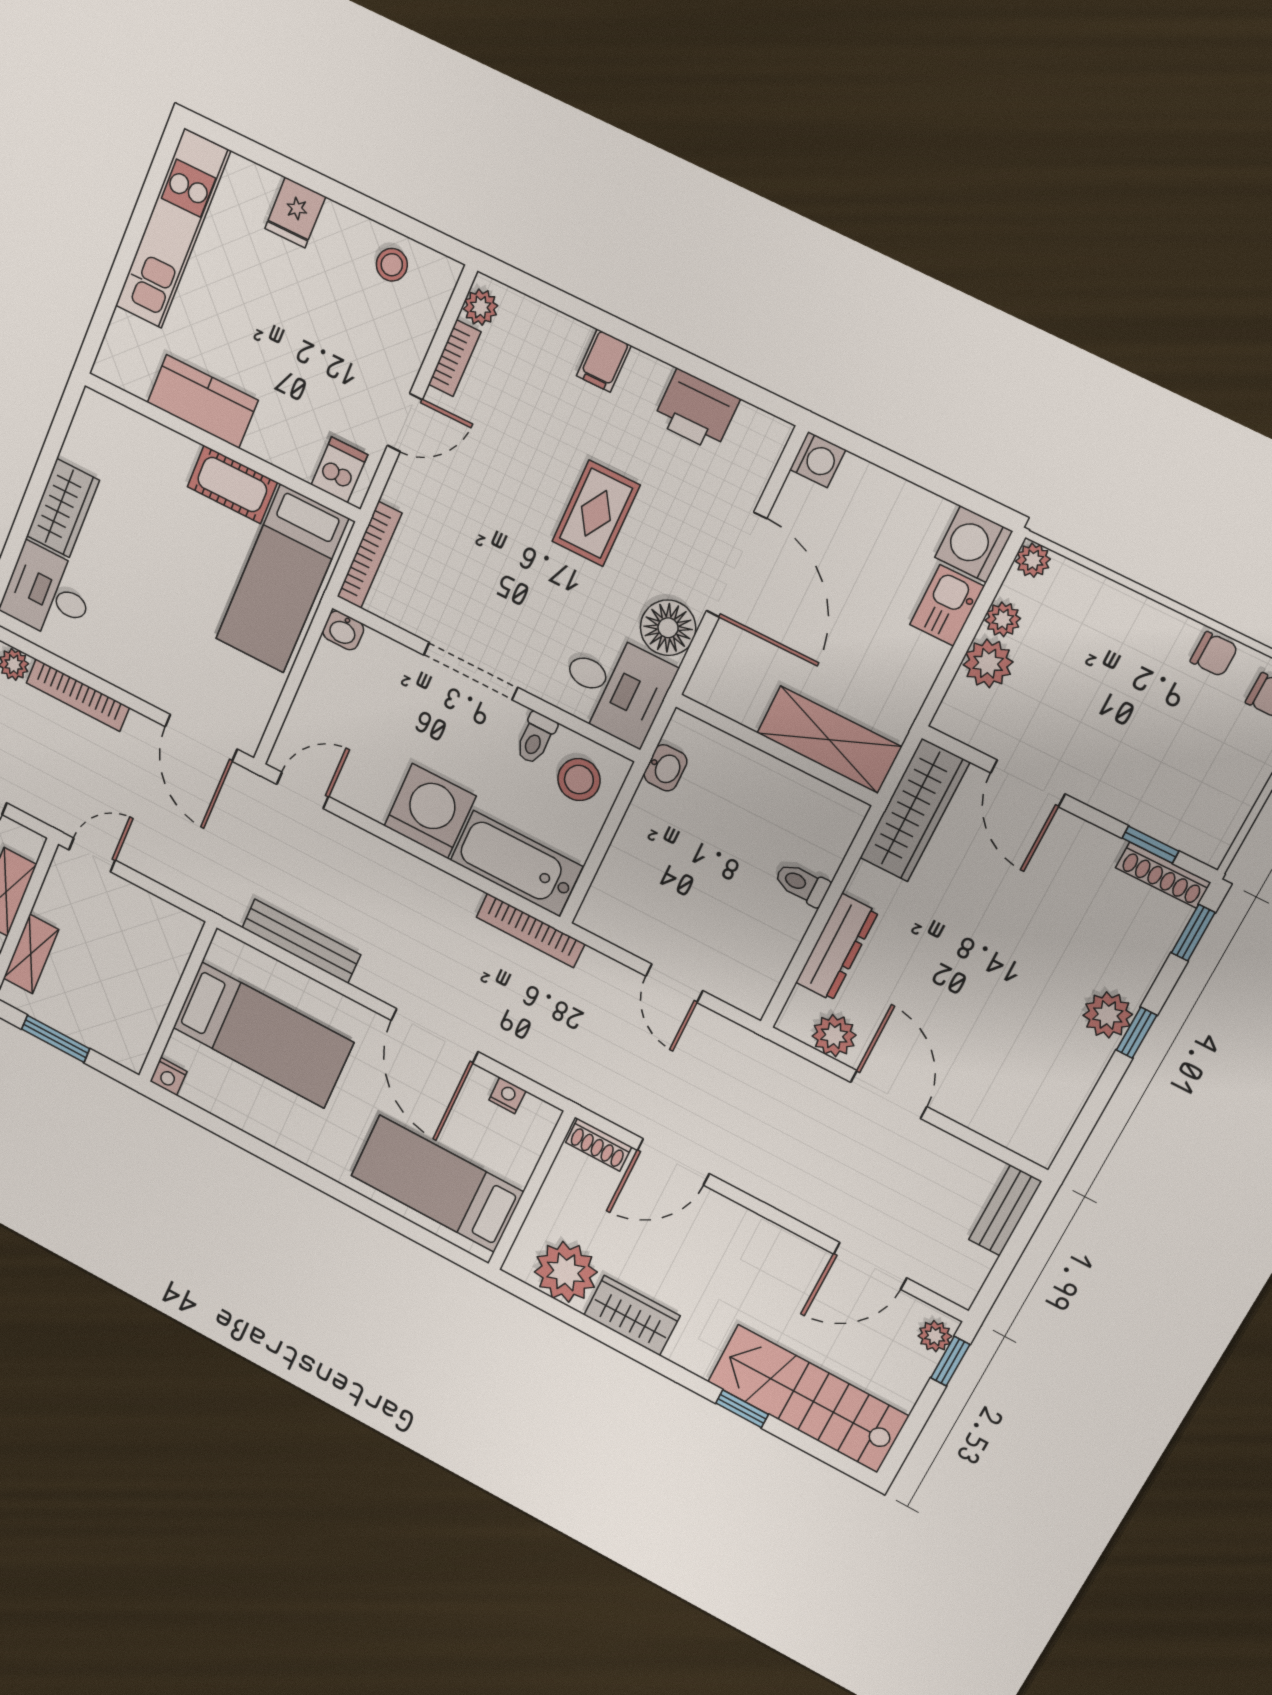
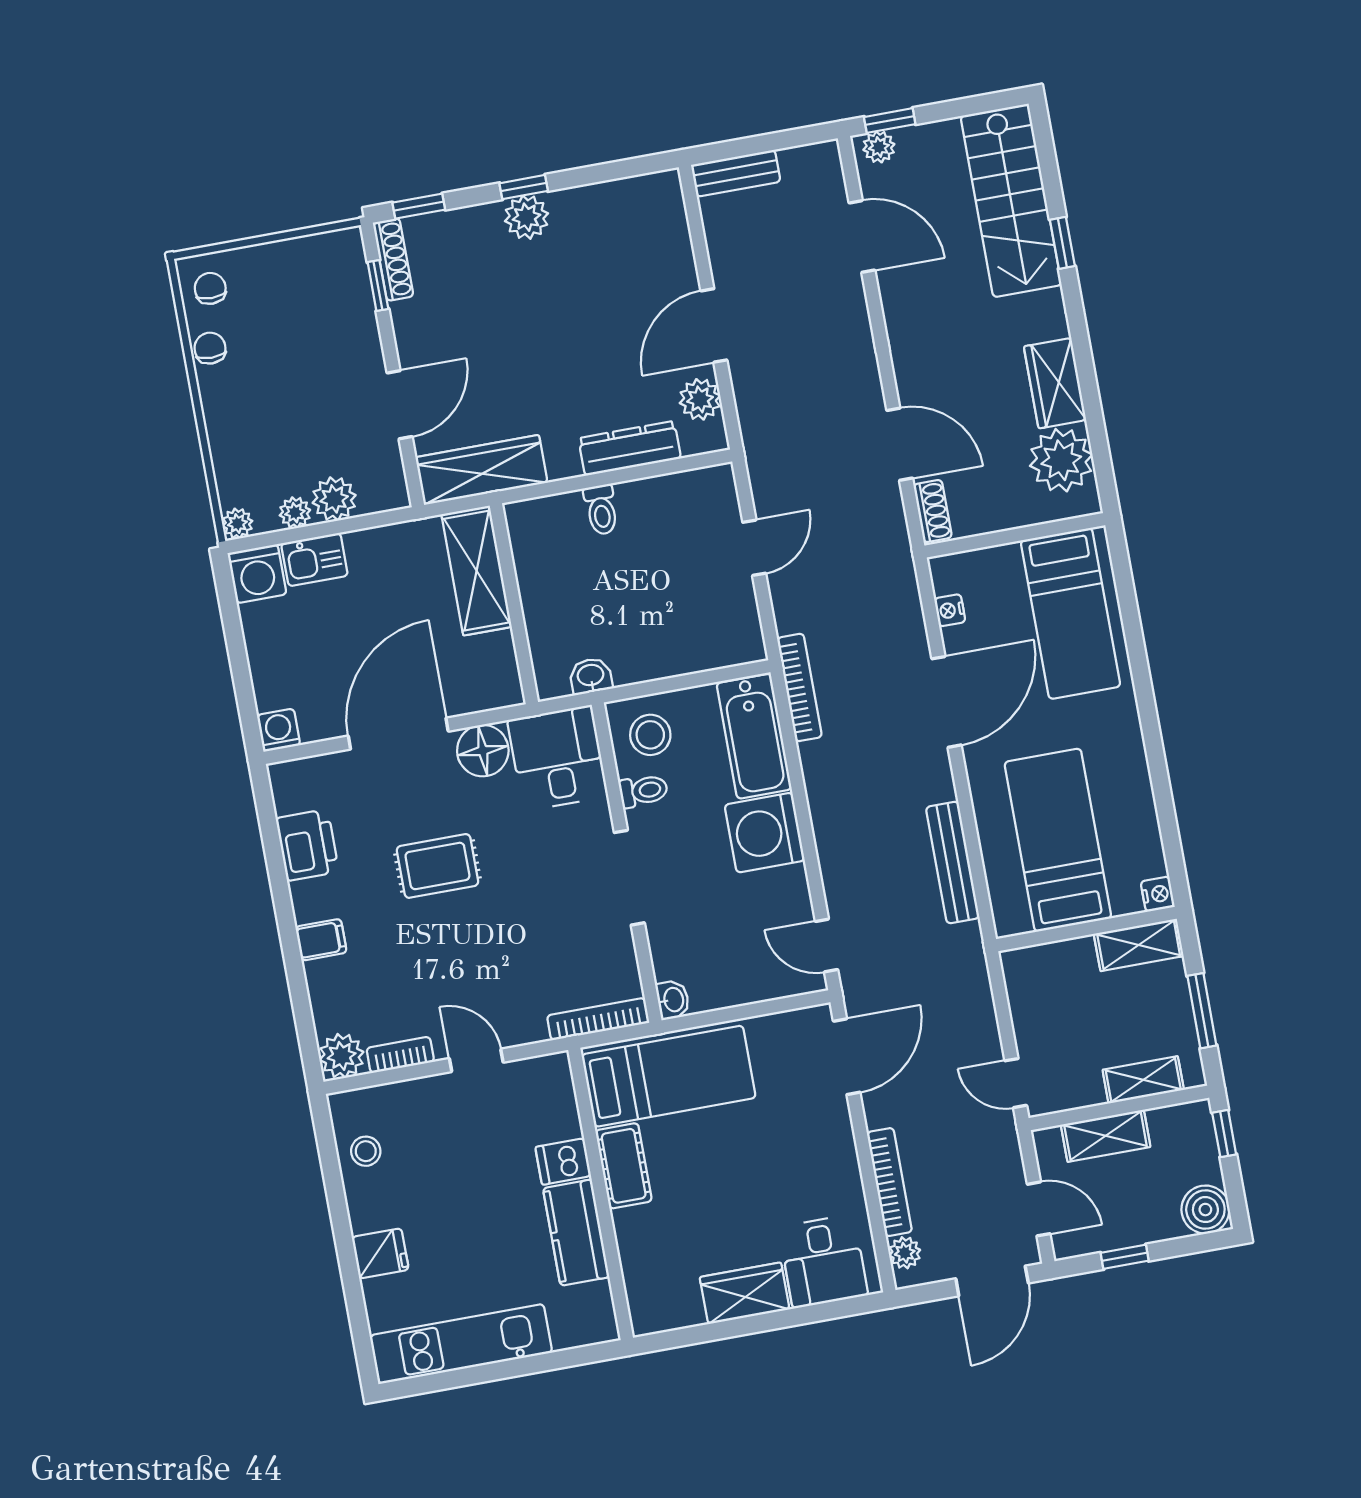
plant: (481, 307) -> (342, 1056), width x1.38, depth x1.38
dishwasher: (339, 470) -> (563, 1162), moved
shelving: (138, 1032) -> (1139, 945), added

